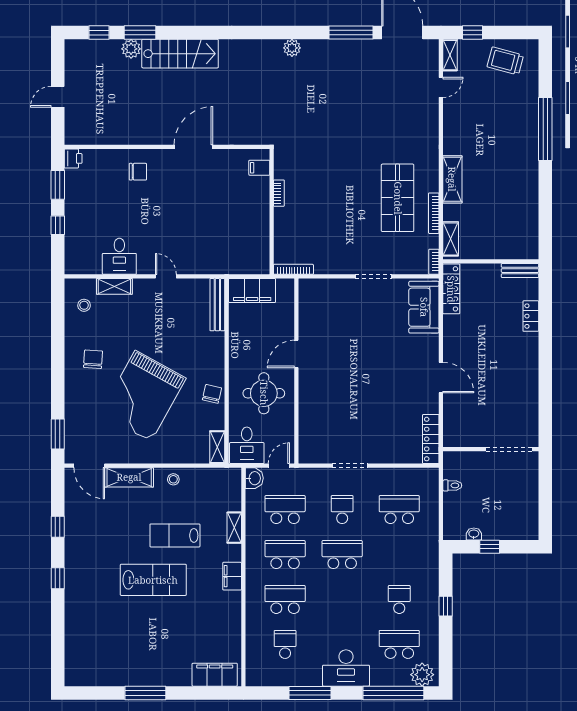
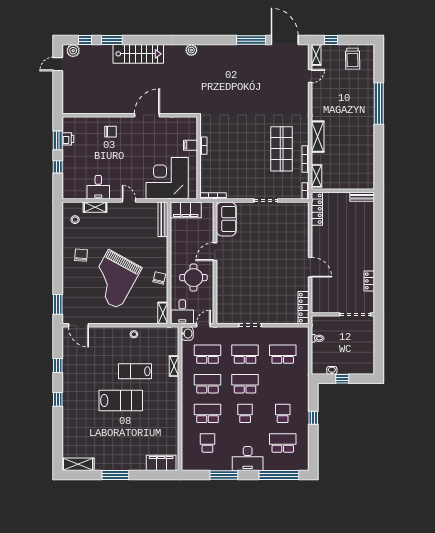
plant: (292, 48) -> (191, 50), moved
plant: (131, 49) -> (73, 51), moved
trolley: (505, 61) -> (353, 59), turned -106
door: (58, 97) -> (58, 64), moved
printer: (73, 158) -> (68, 139), moved
filing cabinet: (259, 168) -> (190, 145), moved
corner desk: (224, 243) -> (167, 178), added
sofa: (424, 307) -> (226, 219), moved, turned 180
locker: (531, 316) -> (369, 281), moved
shelving: (129, 477) -> (78, 464), moved
school desk: (342, 510) -> (245, 354), width x1.85
filing cabinet: (232, 576) -> (173, 398), removed
school desk: (342, 599) -> (245, 413), added
plant: (422, 675) -> (298, 463), removed

